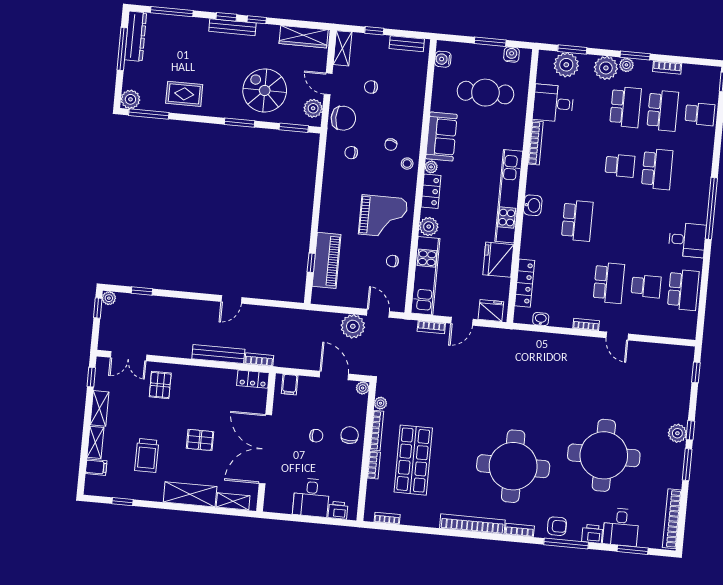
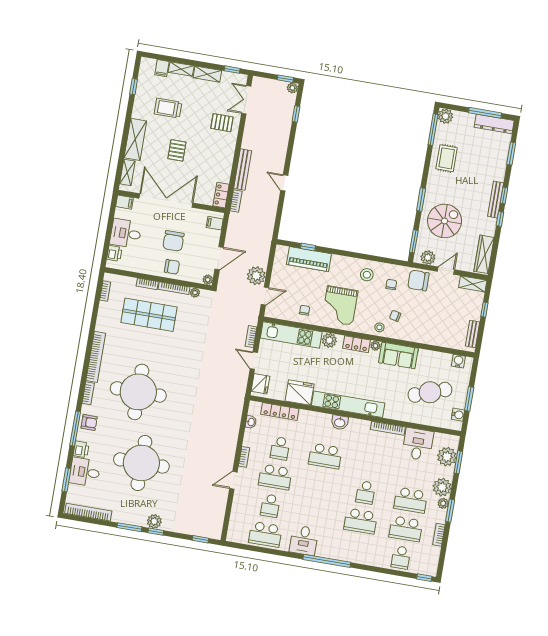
window: (172, 12) -> (511, 153), width x0.69
chair: (371, 87) -> (441, 304), removed
cafe table: (485, 93) -> (430, 392), turned 70
chair: (343, 118) -> (418, 280), turned 90
stool: (341, 185) -> (367, 275), added
school desk: (572, 279) -> (280, 448), added
chair: (316, 436) -> (173, 241), width x1.87, depth x1.87
filing cabinet: (271, 502) -> (125, 202), added
armchair: (557, 526) -> (89, 422), turned -90

